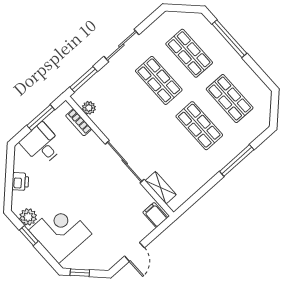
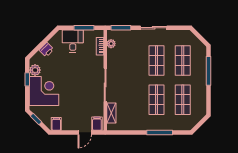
door: (134, 252) -> (85, 133), moved
filing cabinet: (108, 257) -> (56, 124), added

